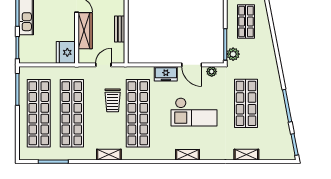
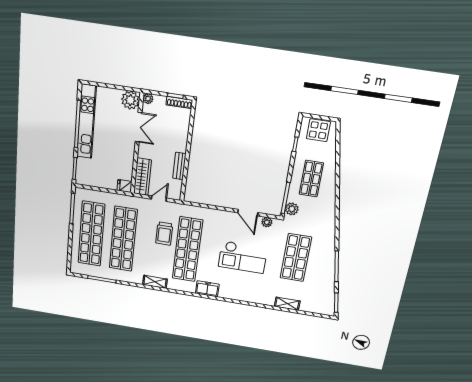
wardrobe: (85, 31) -> (142, 177), moved
fridge: (66, 52) -> (124, 186), width x0.53, depth x0.75
freezer: (166, 74) -> (207, 289), moved, turned 180
shelving: (188, 155) -> (230, 294), removed

